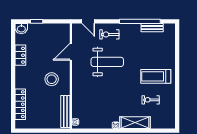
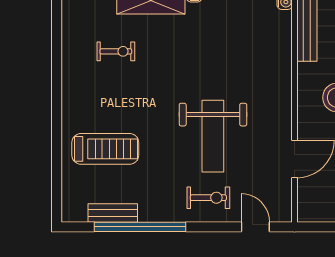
weight bench: (107, 62) -> (213, 136), turned -90
treadmill: (156, 76) -> (105, 149), moved

